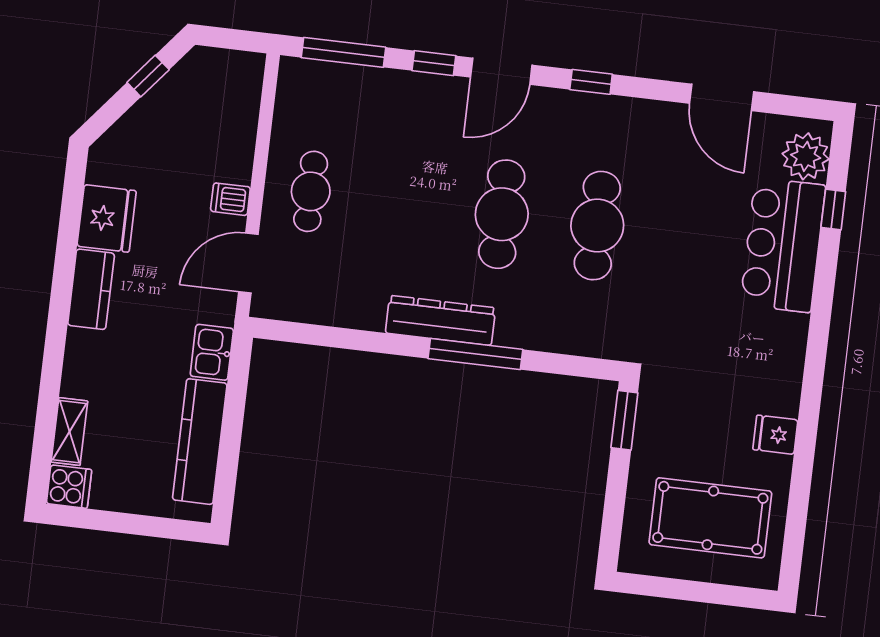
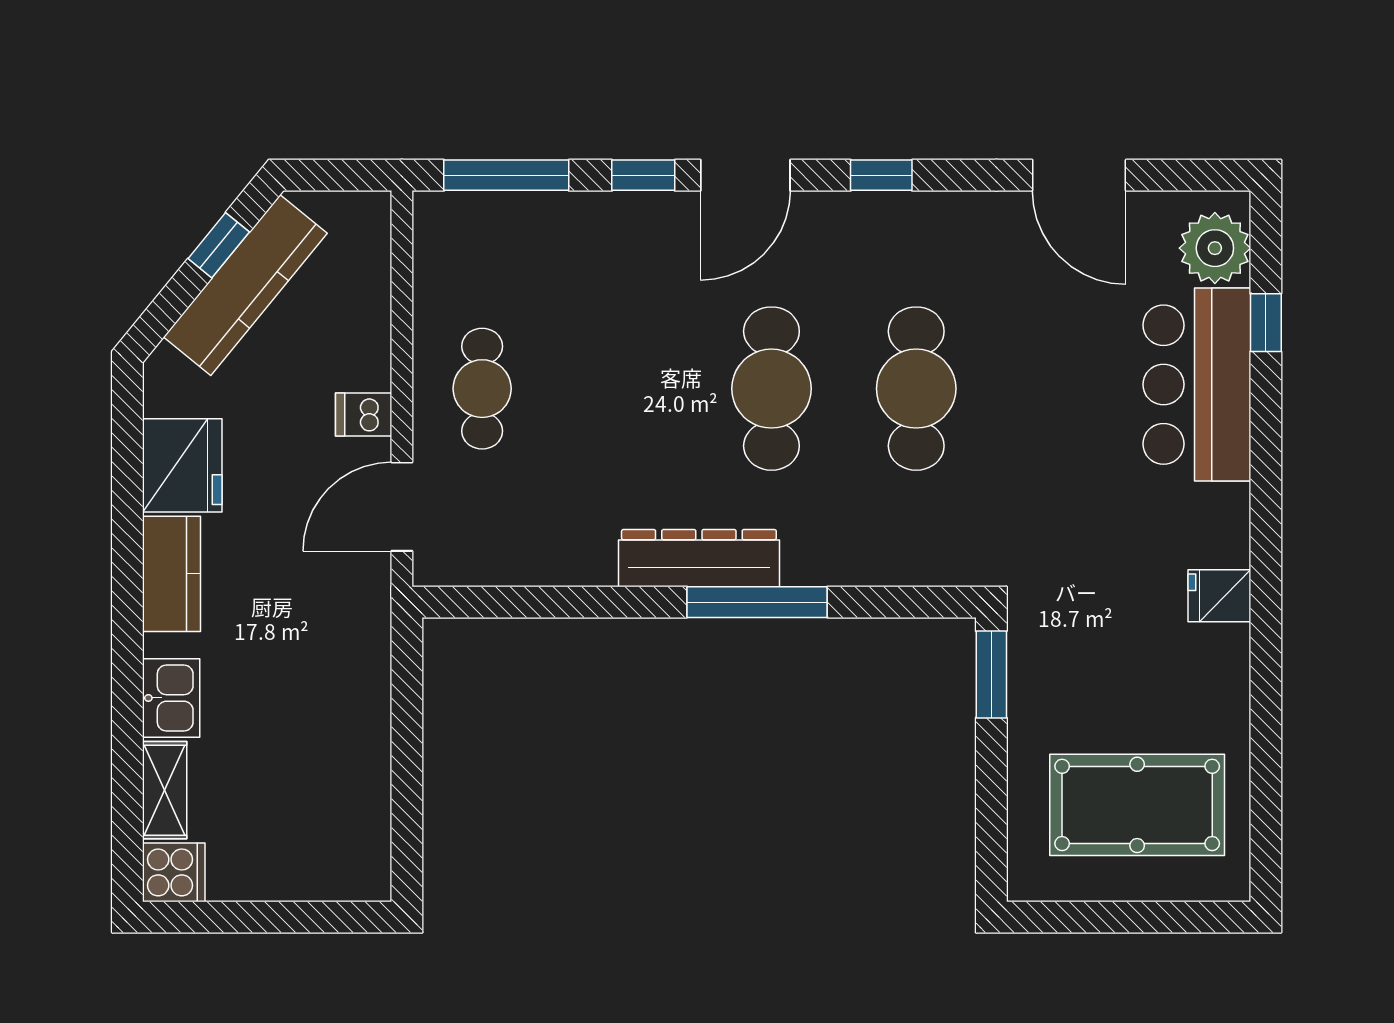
kitchen sink: (212, 352) -> (171, 698), moved, turned 180
fridge: (775, 435) -> (1219, 596), moved
kitchen counter: (200, 442) -> (245, 285), moved, turned -141

